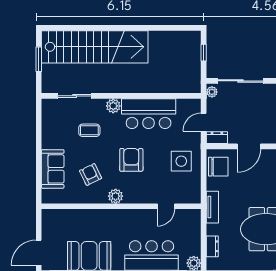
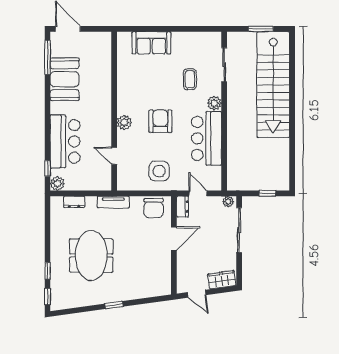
door: (249, 146) -> (174, 238), swing flipped
armchair: (131, 160) -> (160, 121), turned -90
armchair: (91, 174) -> (146, 81), removed
plant: (116, 196) -> (124, 123), moved

